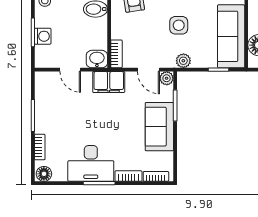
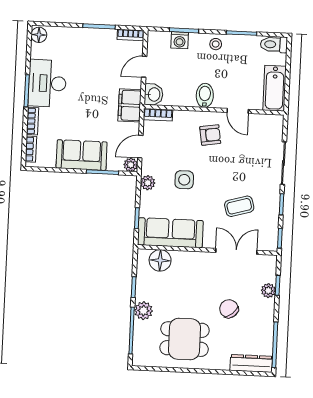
bookcase: (40, 147) -> (131, 35), moved

